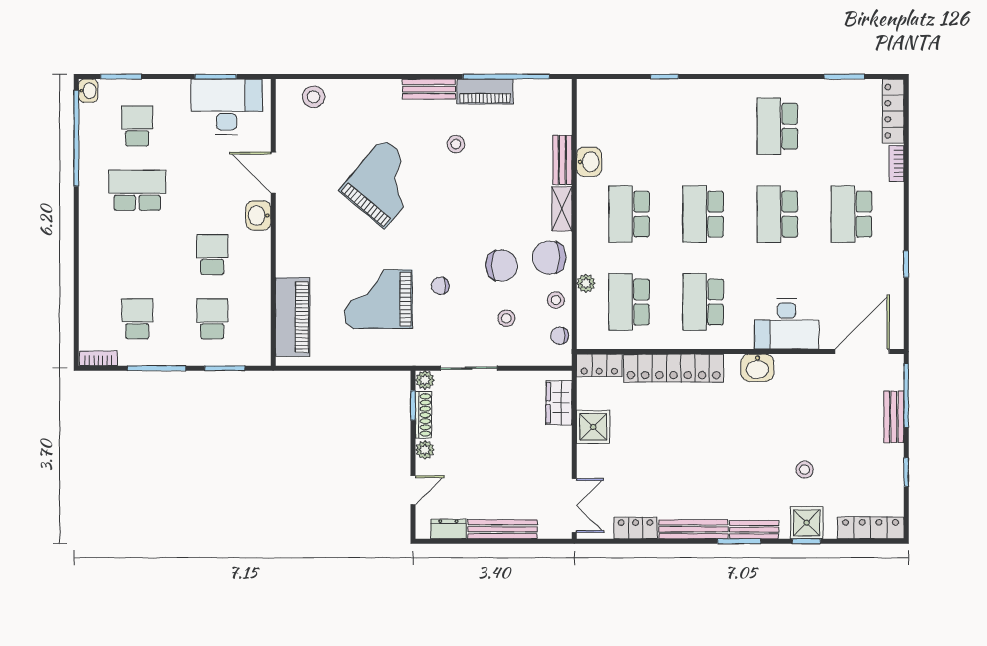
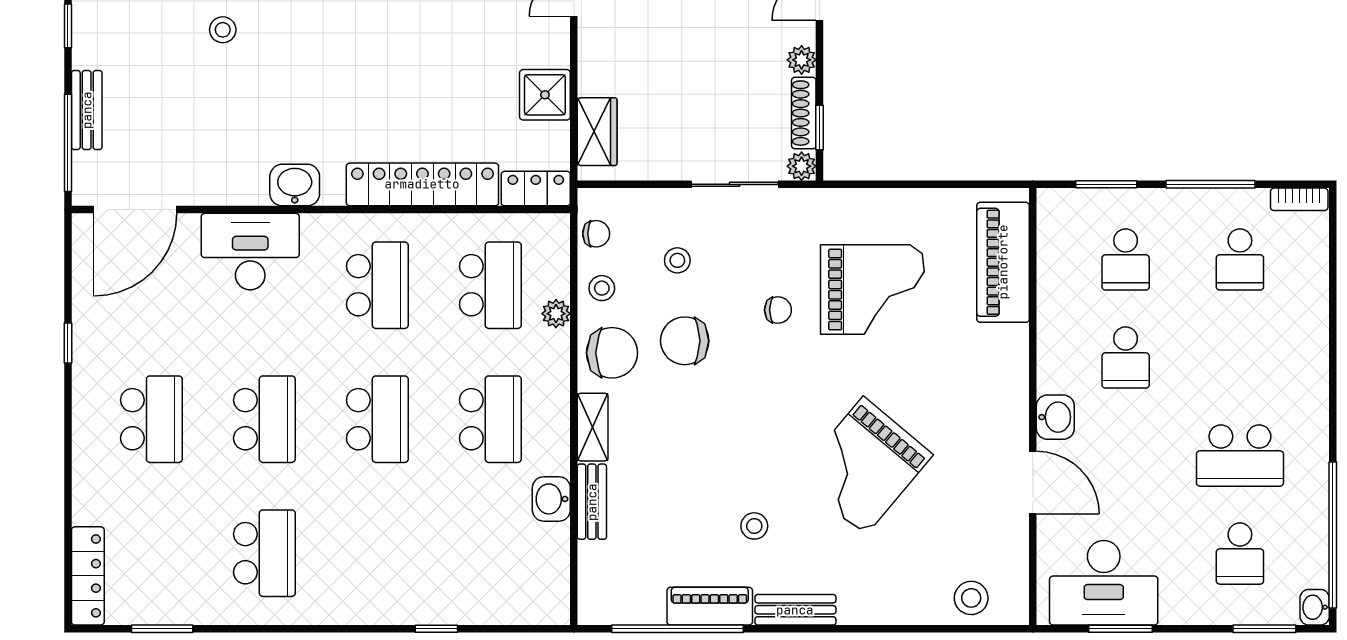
bookcase: (897, 164) -> (83, 496), removed

